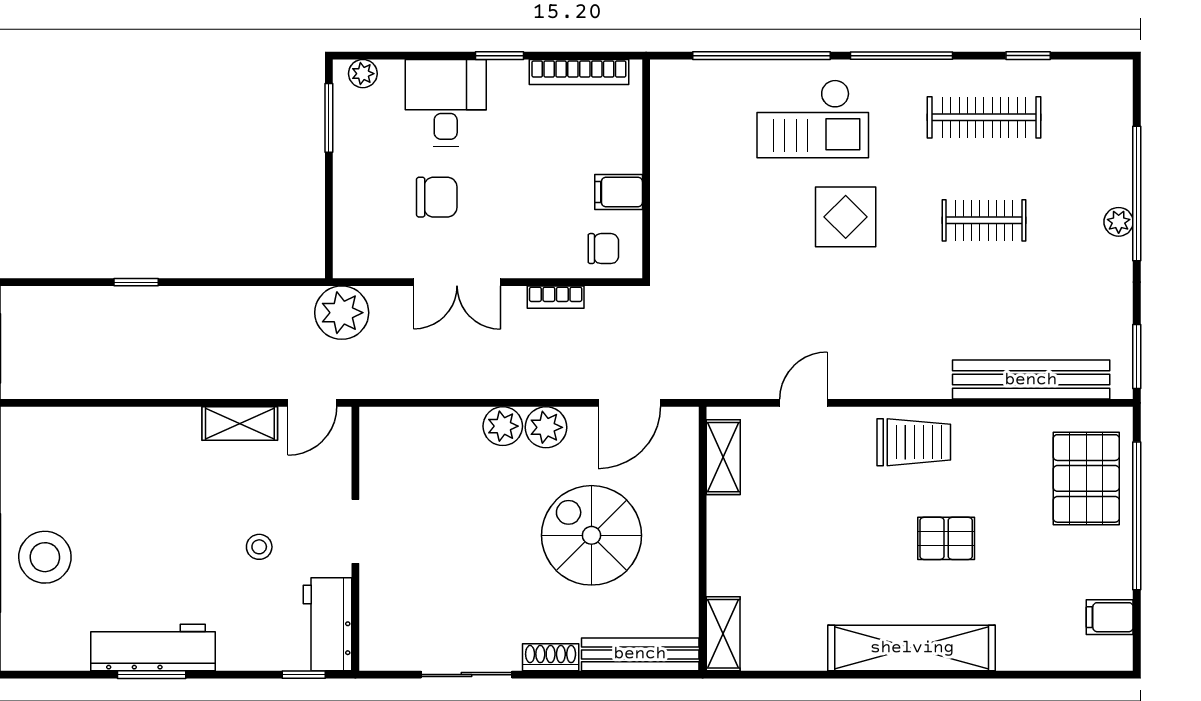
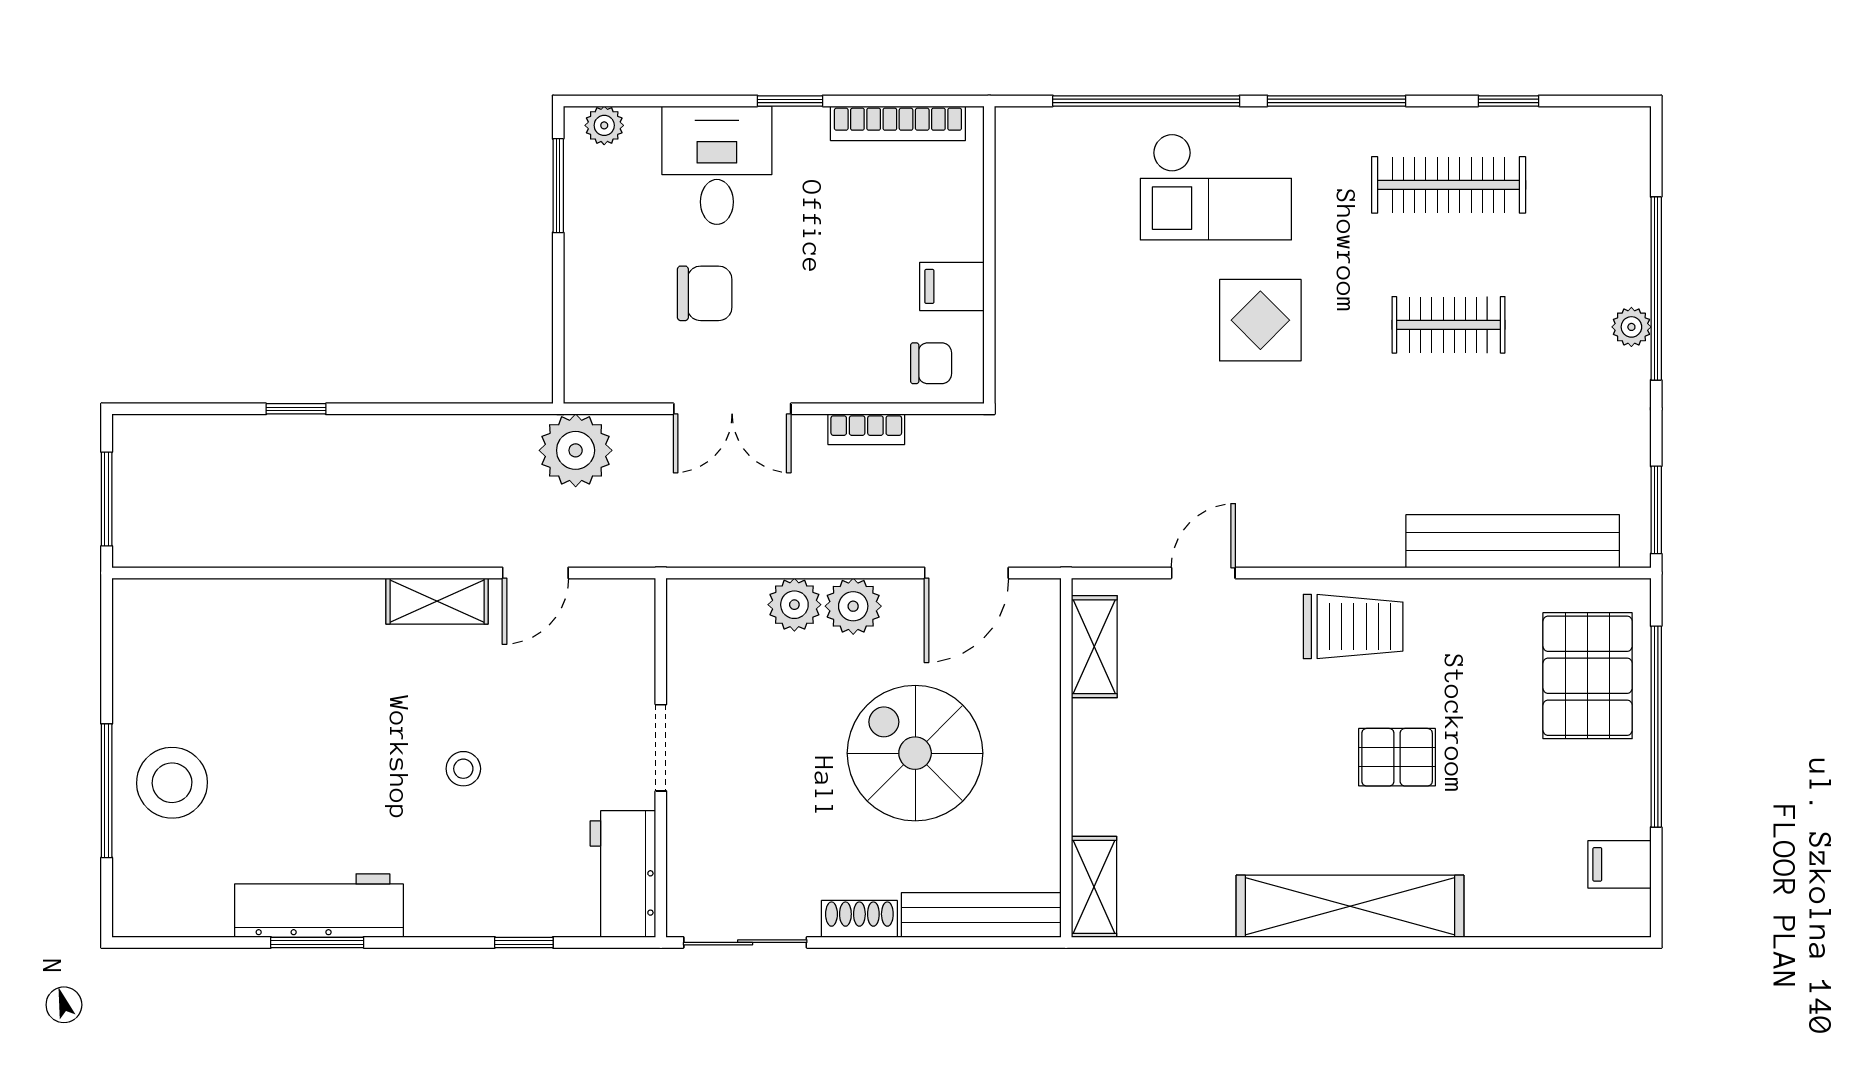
doorway: (355, 531) -> (661, 748), moved
wall: (355, 539) -> (661, 758), moved
workbench: (328, 624) -> (623, 874), moved

